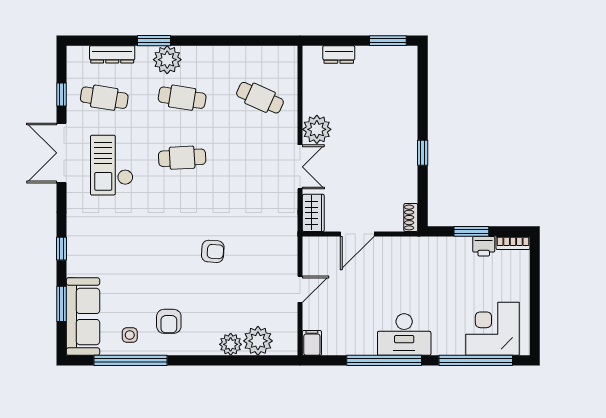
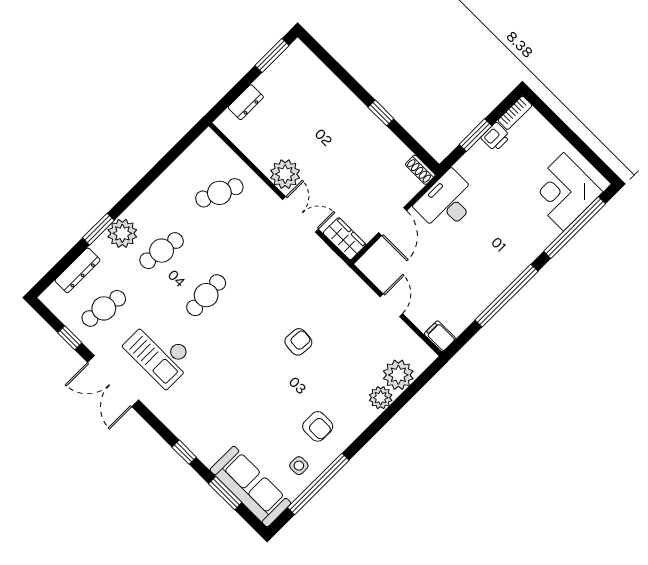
desk: (404, 335) -> (447, 202), moved, turned 180

